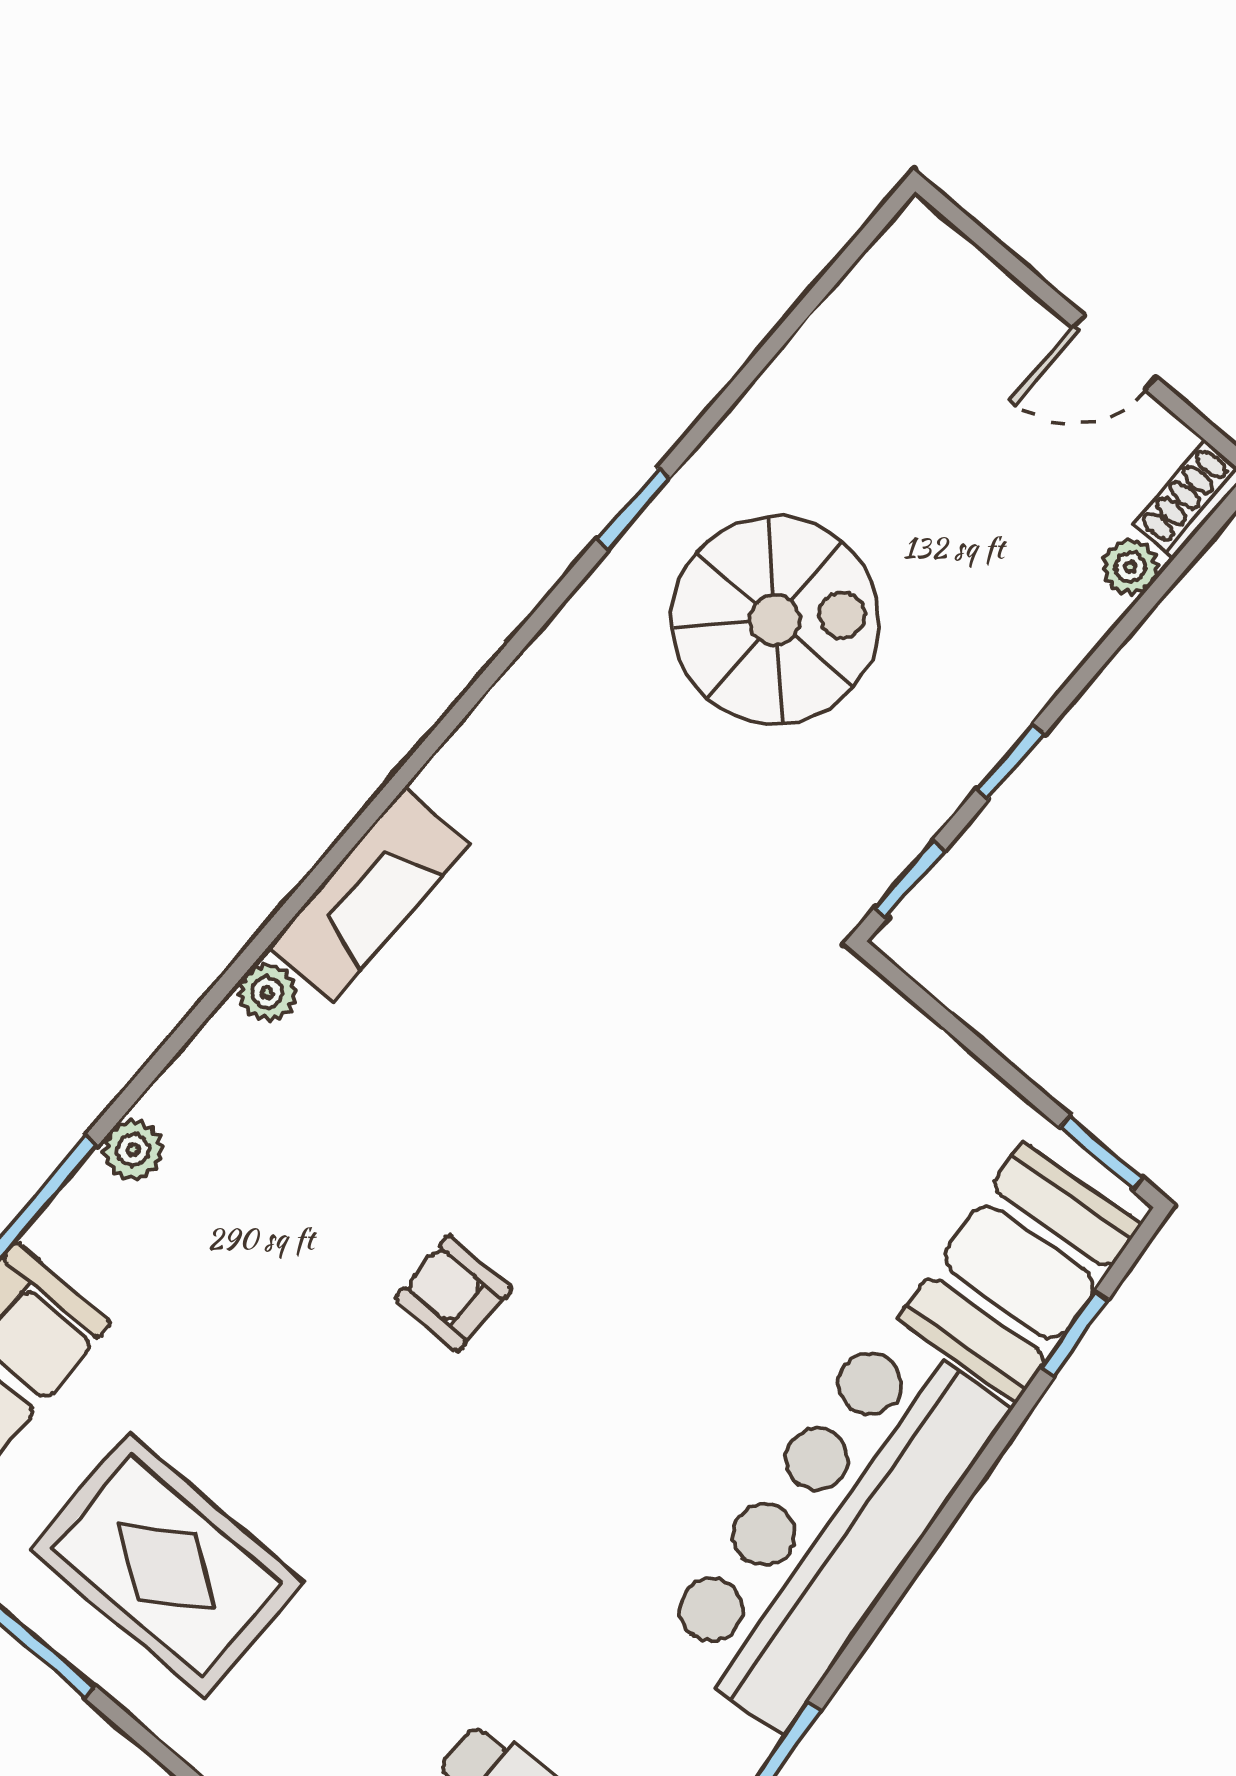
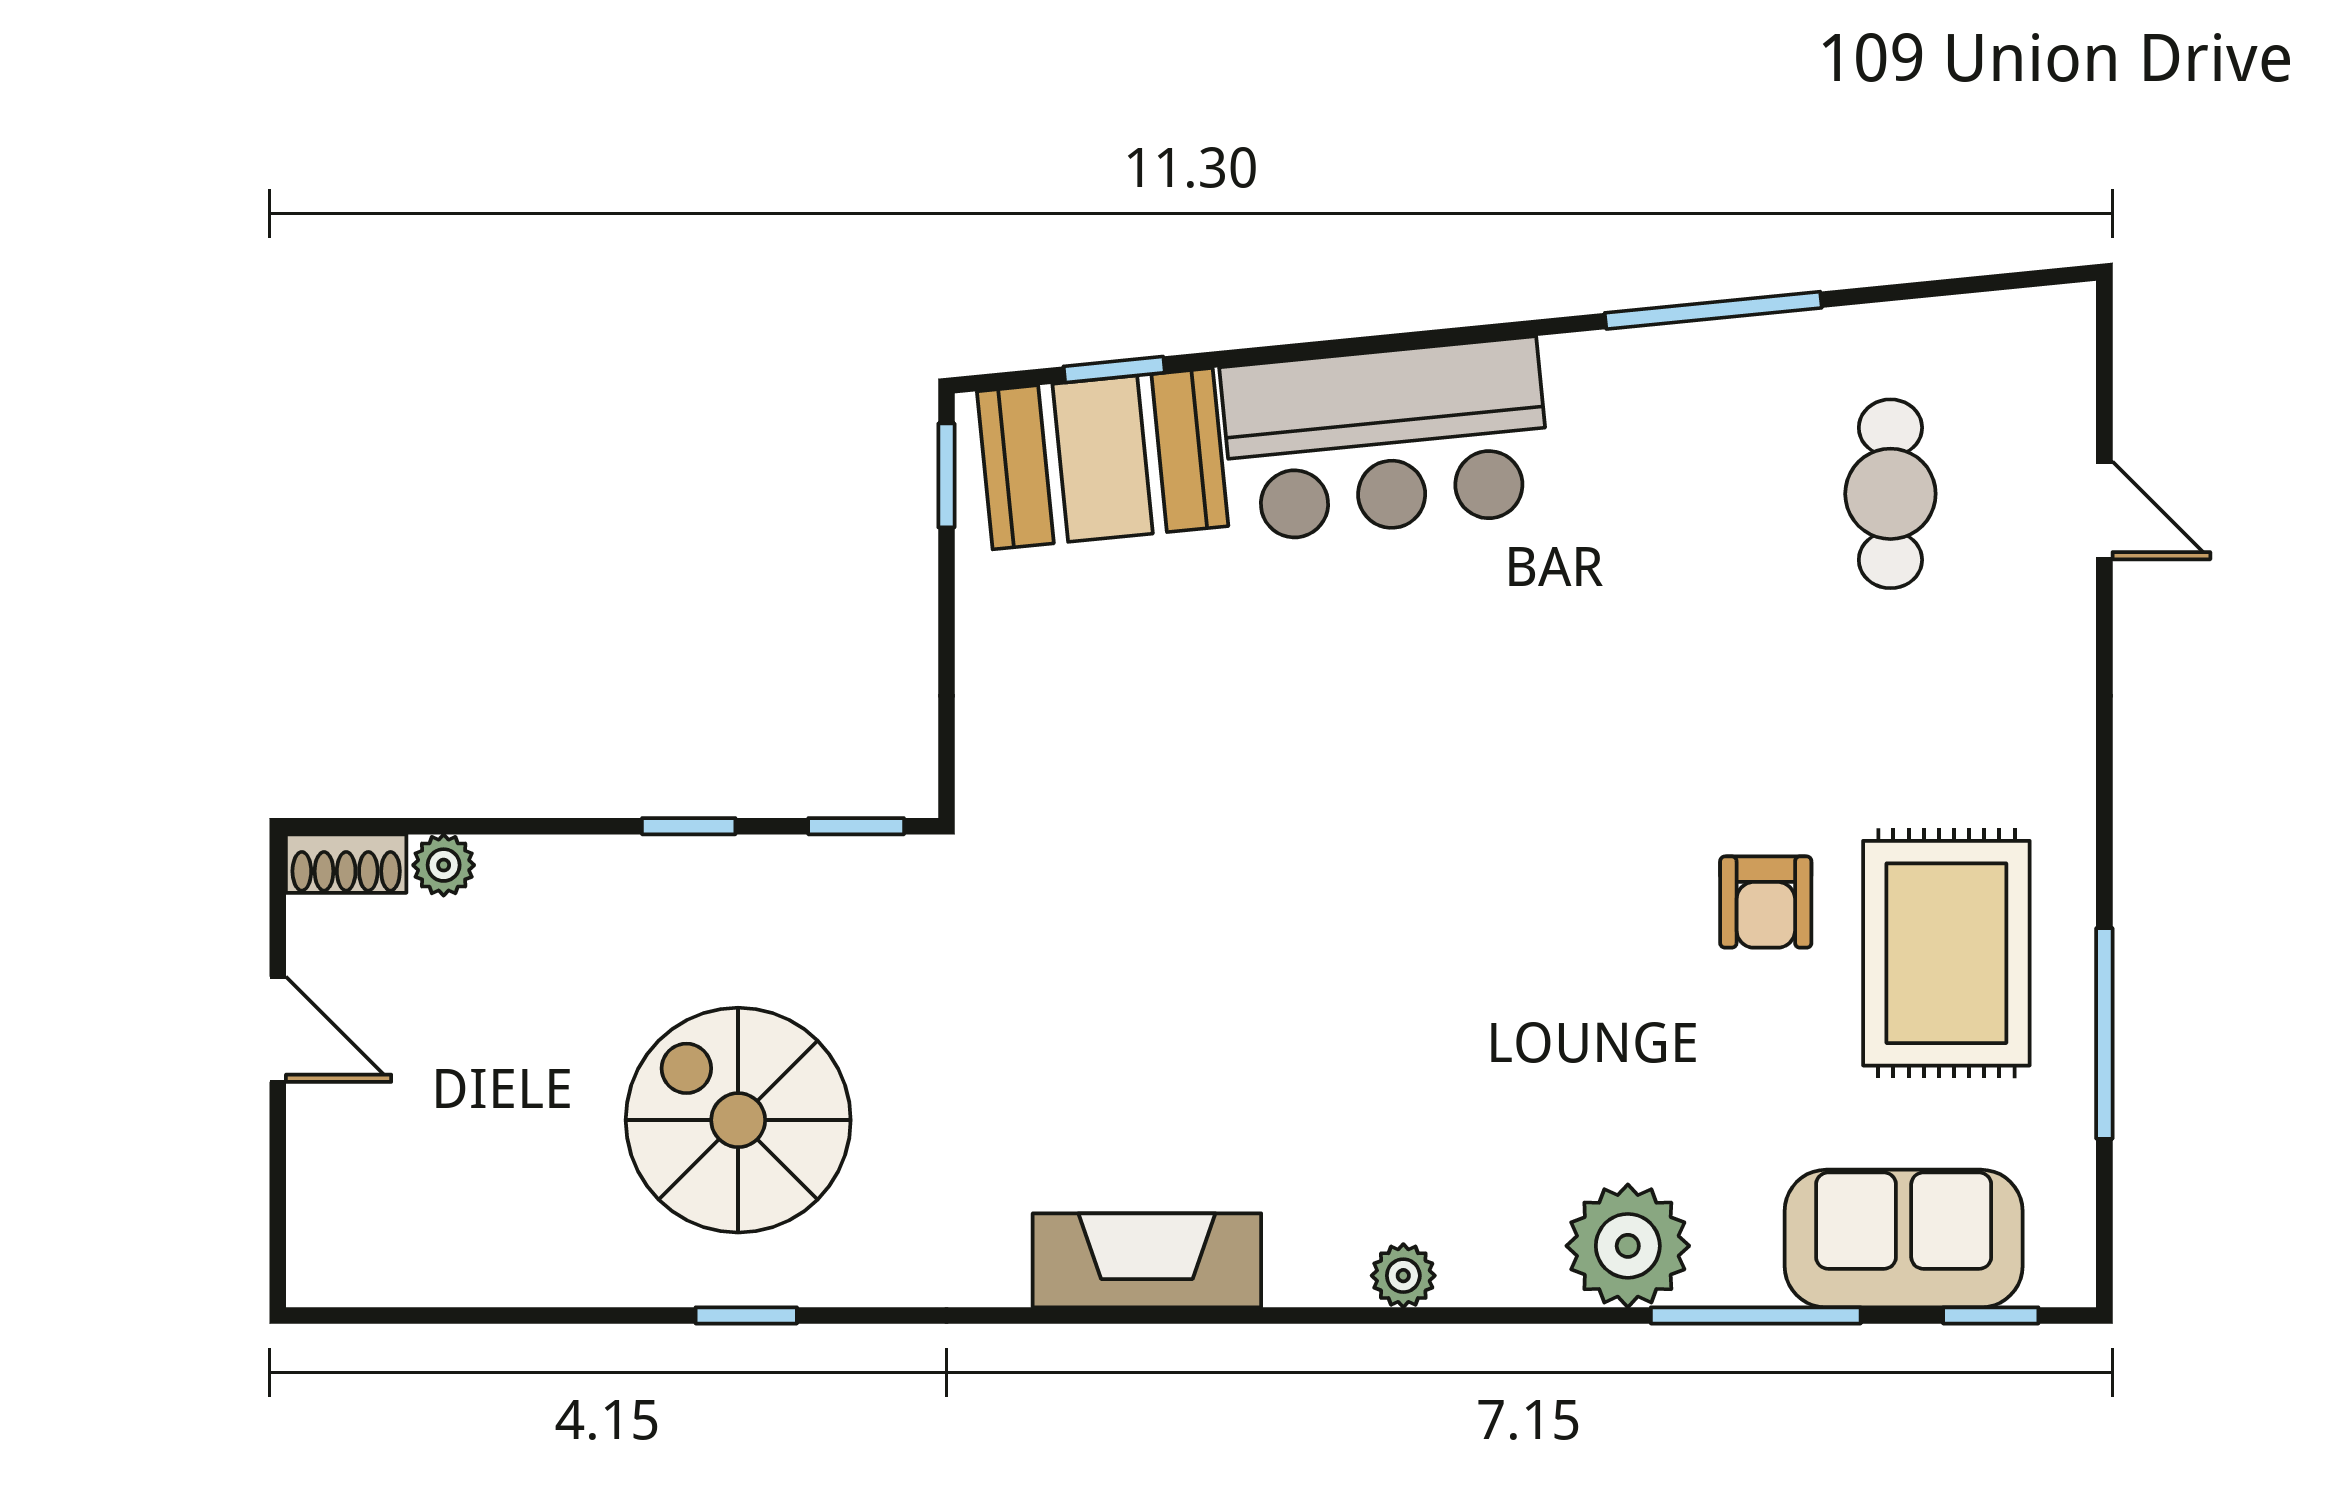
fireplace: (369, 895) -> (1147, 1260), moved
plant: (133, 1150) -> (1628, 1246), width x1.87, depth x1.87
armchair: (453, 1293) -> (1766, 902), moved
bar counter: (832, 1526) -> (1386, 440), width x0.73

